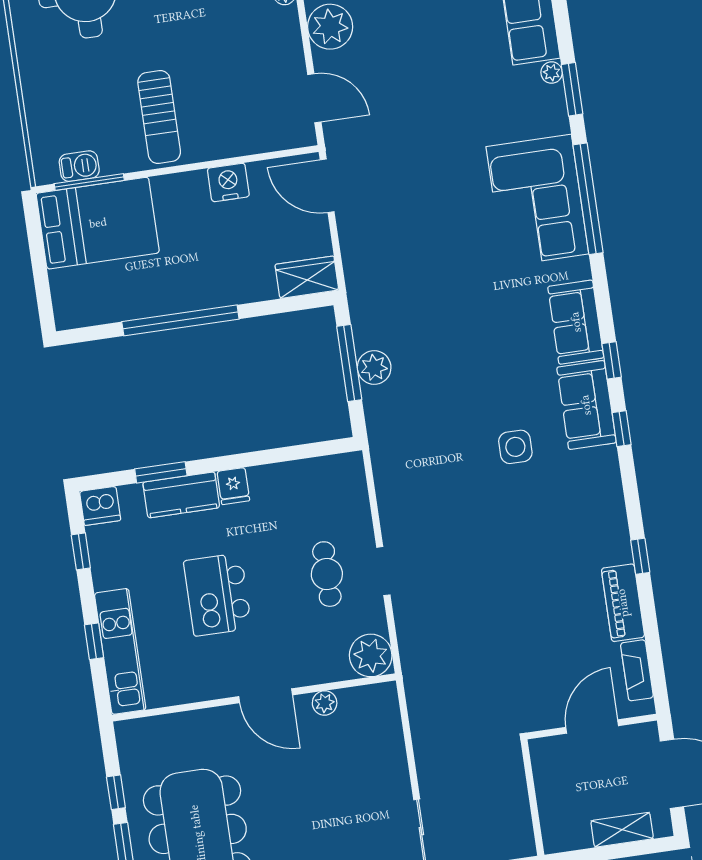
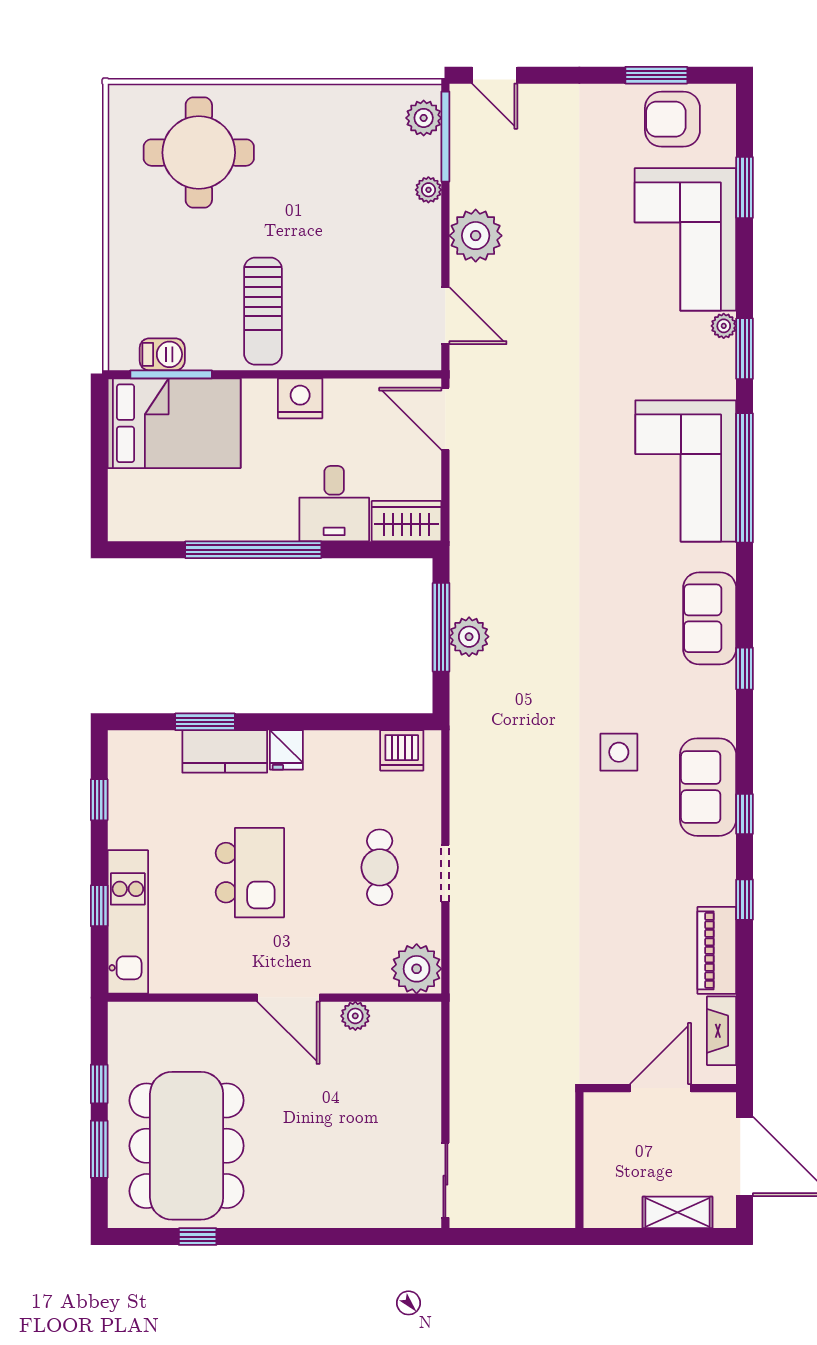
nightstand: (228, 182) -> (300, 398), moved
desk: (243, 271) -> (334, 504), added
sofa: (586, 405) -> (708, 787), moved
window: (622, 429) -> (745, 814), moved
dishwasher: (100, 506) -> (402, 750), moved
kitchen island: (218, 595) -> (250, 873), turned 180

